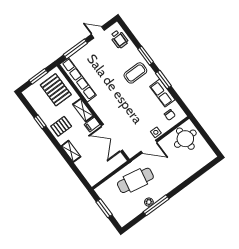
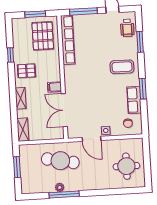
window: (146, 56) -> (140, 42), moved
shelving: (83, 110) -> (23, 130), moved
round table: (185, 139) -> (126, 166), moved

